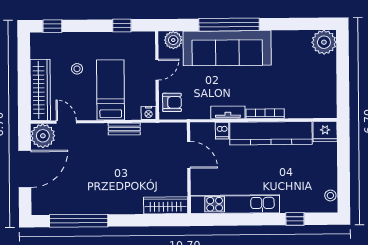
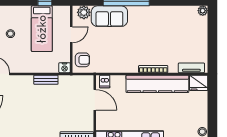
plant: (324, 42) -> (203, 11), width x0.53, depth x0.53
sofa: (227, 48) -> (109, 16), width x0.54, depth x0.79
bed: (110, 90) -> (42, 29), moved, turned 180
tv unit: (228, 112) -> (191, 68), moved
dishwasher: (222, 131) -> (105, 82), moved

